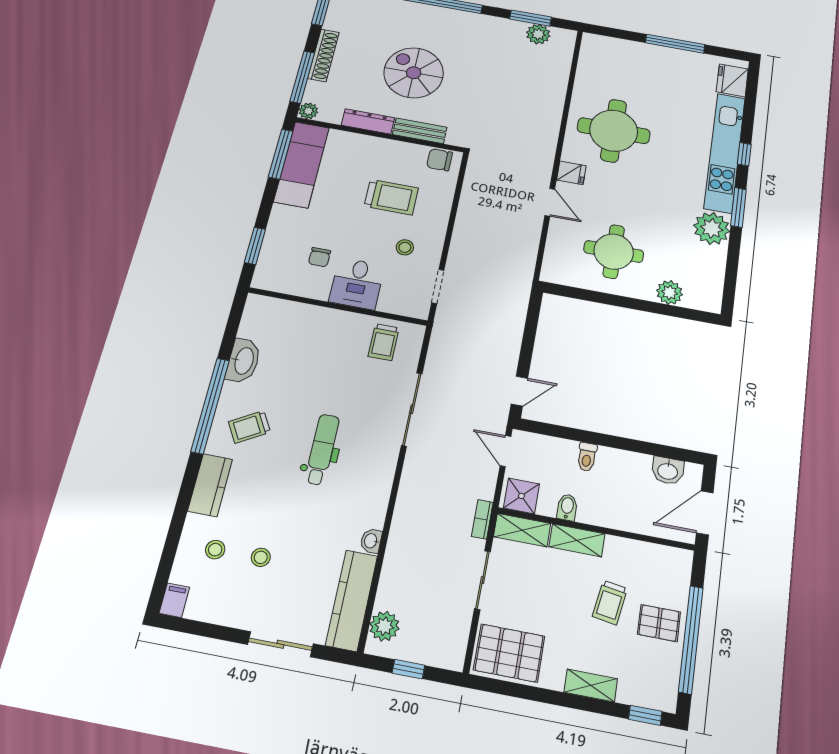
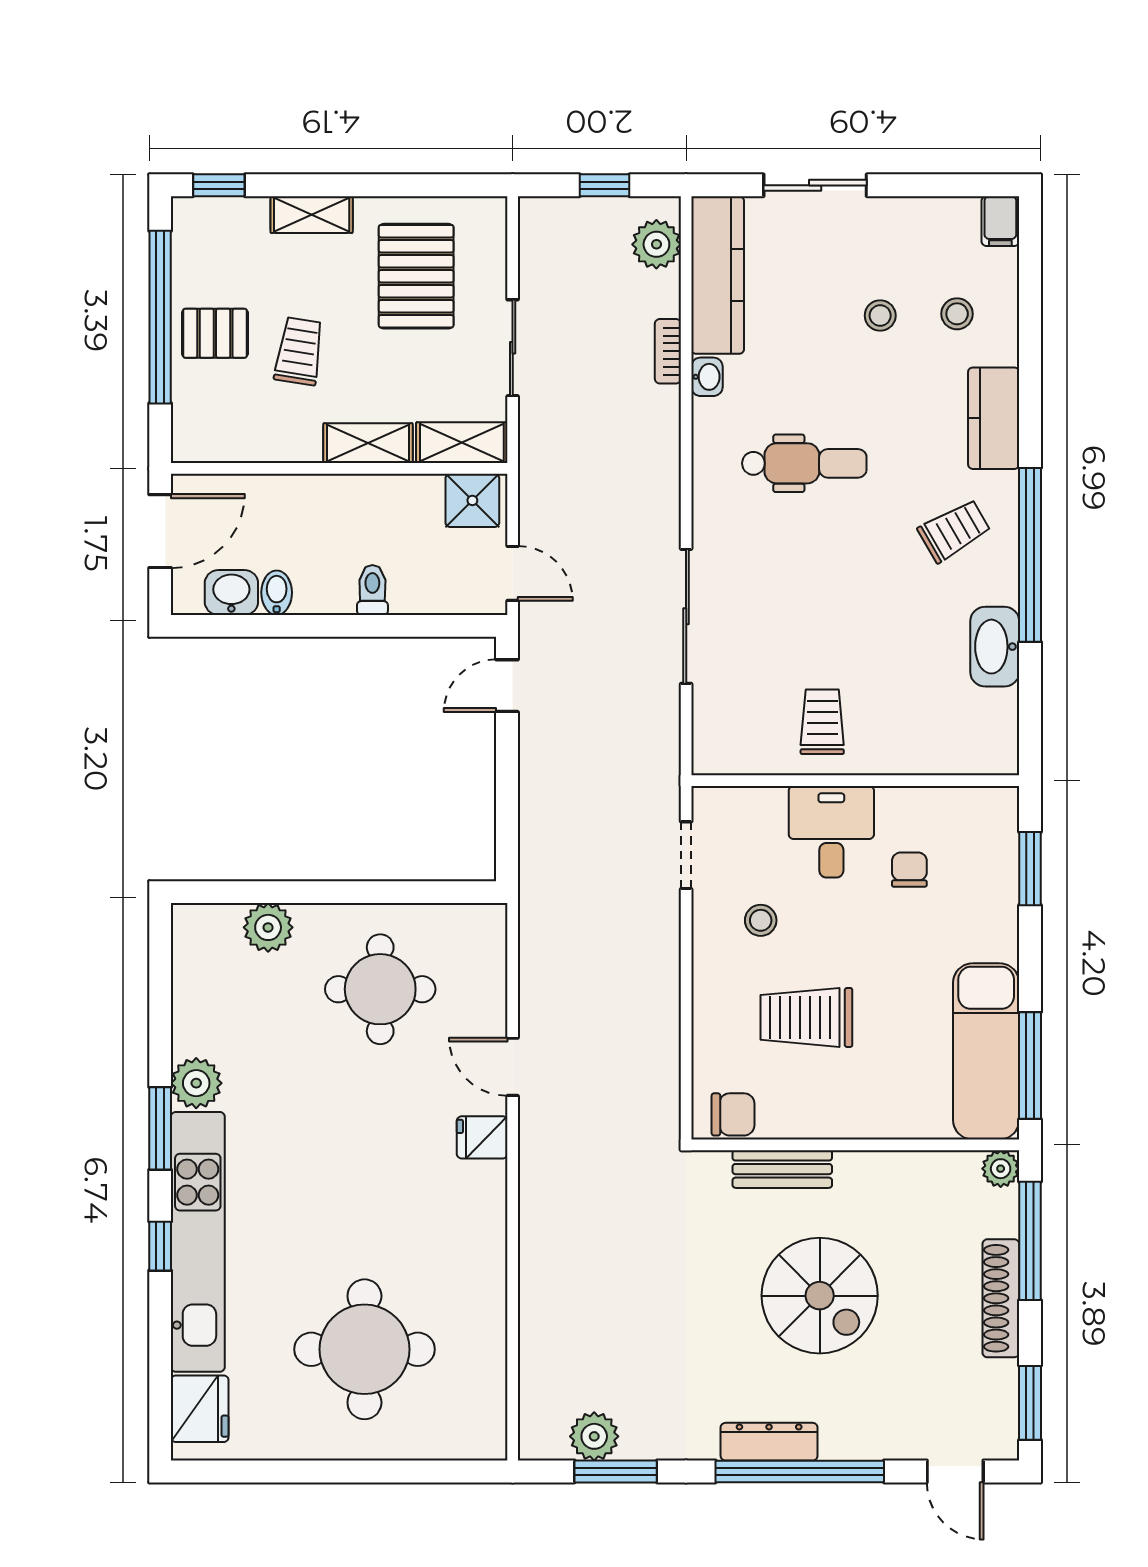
window: (675, 44) -> (322, 1471), removed
dresser: (368, 121) -> (769, 1442), moved, turned 180
round table: (614, 131) -> (364, 1349), moved
plant: (712, 228) -> (196, 1083), width x0.73, depth x0.73
trolley: (384, 342) -> (822, 722), moved
dental chair: (322, 449) -> (804, 463), moved, turned -90
bidet: (567, 507) -> (277, 593), moved, turned 180
bookcase: (482, 519) -> (668, 351), moved, turned 180
pallet: (509, 653) -> (416, 276), moved, turned 90

